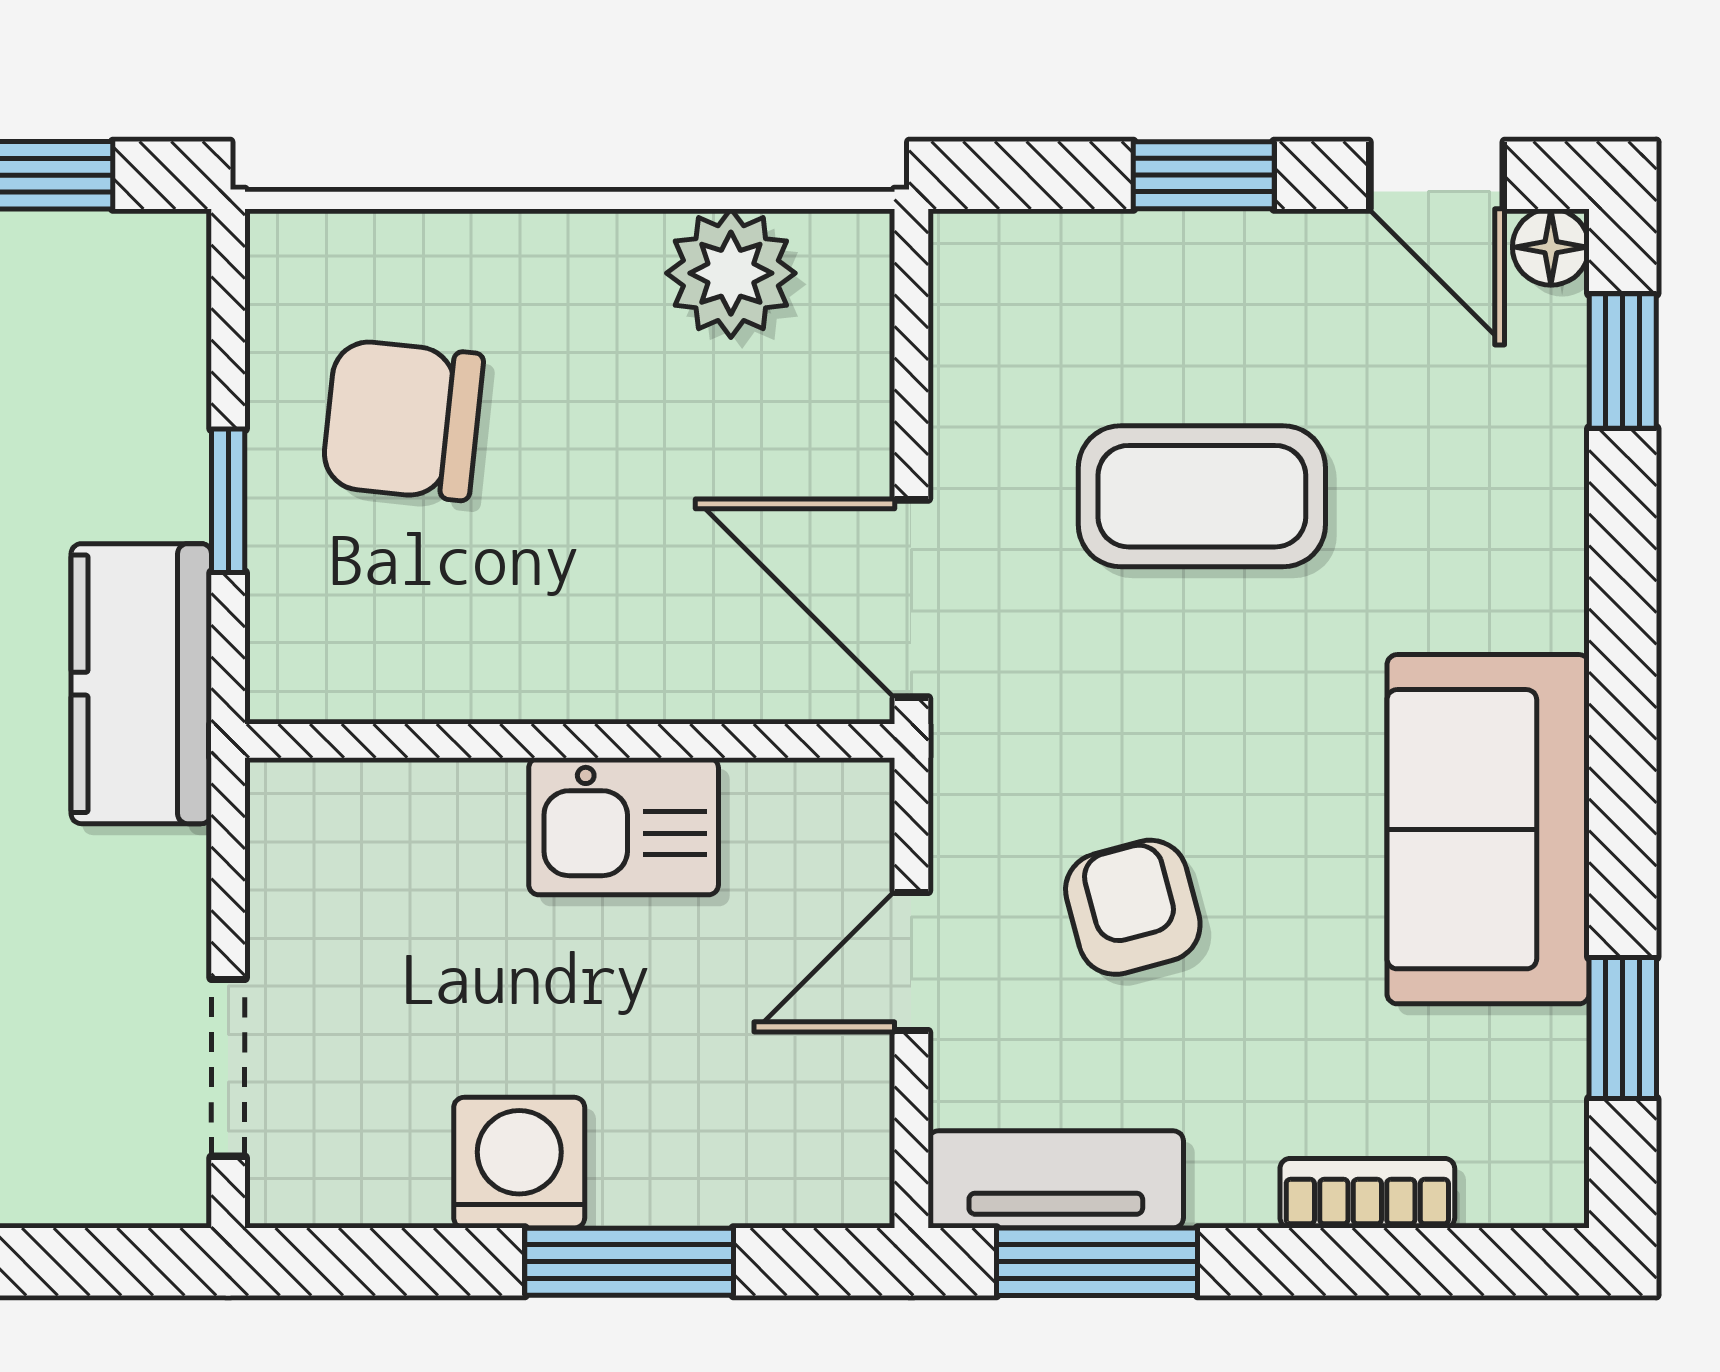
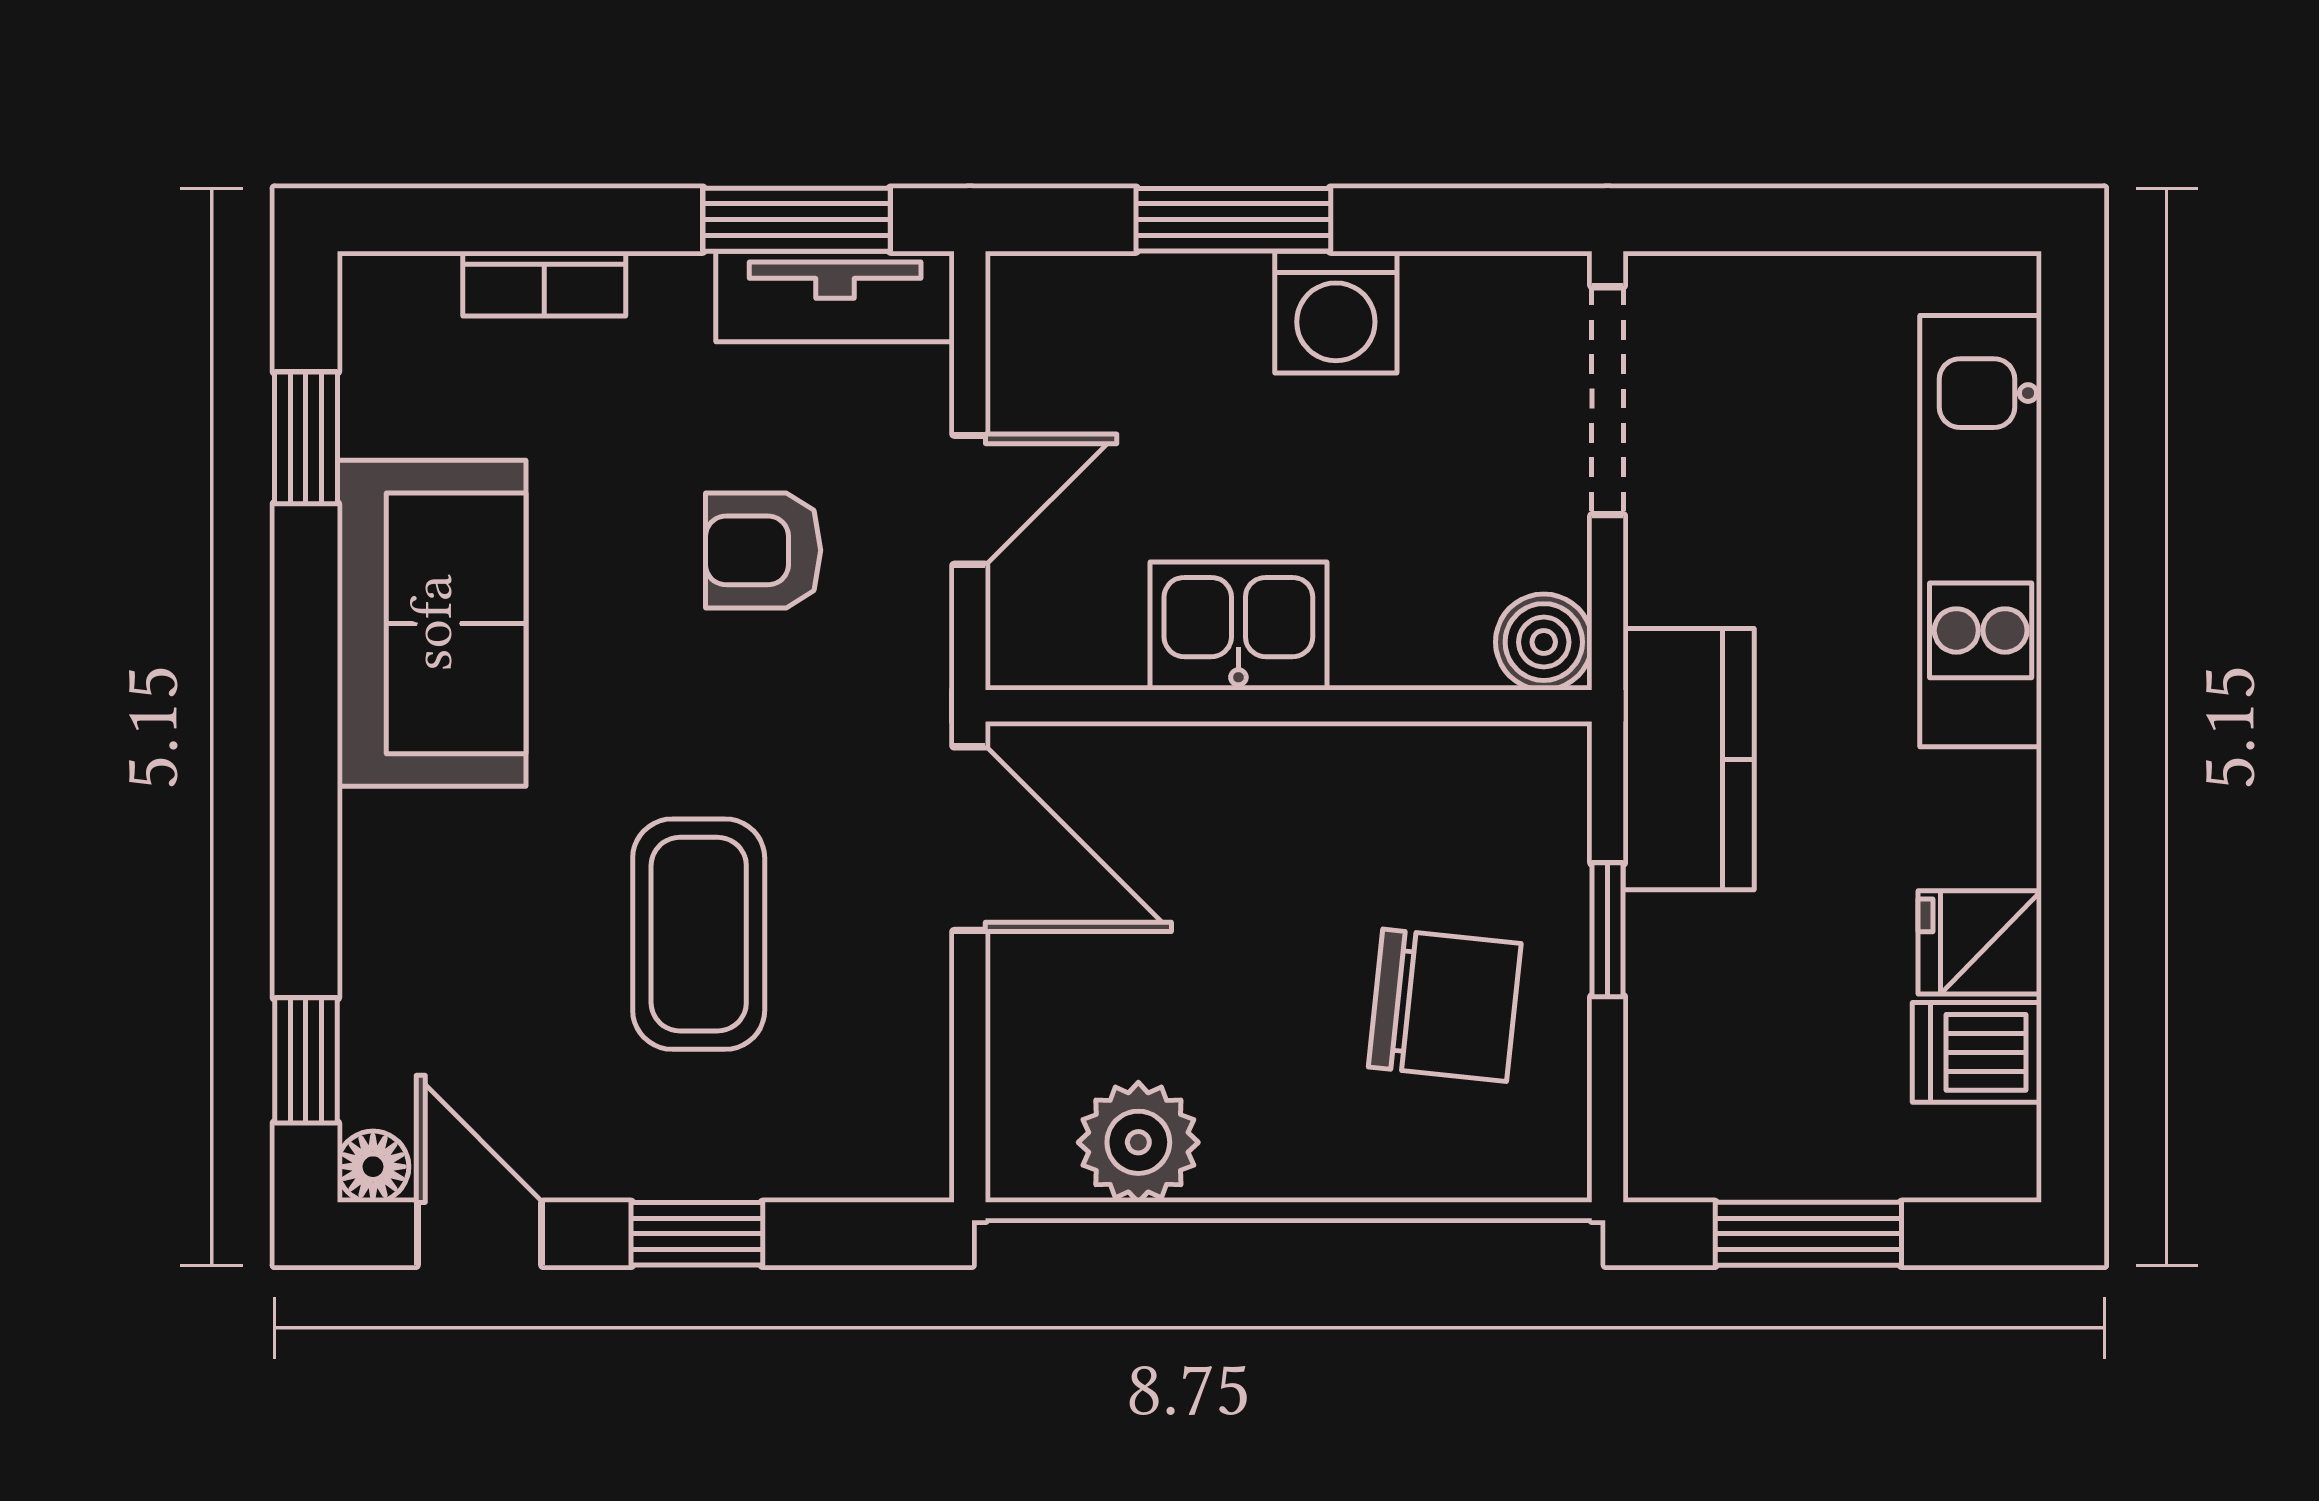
coffee table: (1202, 496) -> (699, 934), turned 90
boiler: (296, 809) -> (1544, 642), added
armchair: (1133, 907) -> (763, 550), turned 105
doorway: (228, 1068) -> (1608, 401), width x1.38

